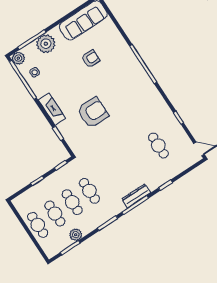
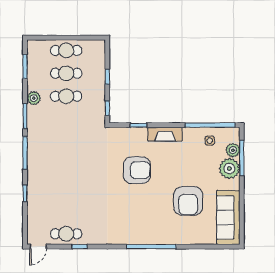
plant: (18, 58) -> (233, 150), moved
armchair: (91, 59) -> (188, 201), width x1.88, depth x1.88
armchair: (93, 112) -> (137, 170), turned -90
cafe table: (158, 146) -> (66, 234), moved
cafe table: (89, 191) -> (66, 119), removed
dresser: (136, 196) -> (33, 160), removed
plant: (76, 235) -> (34, 98), moved

